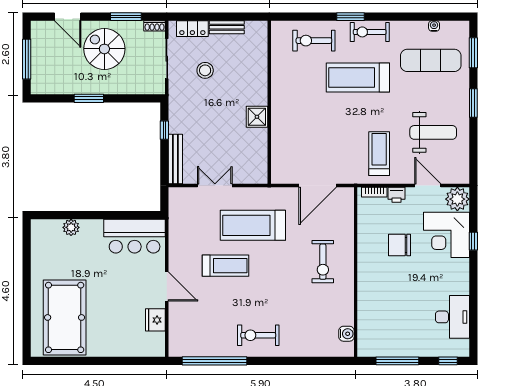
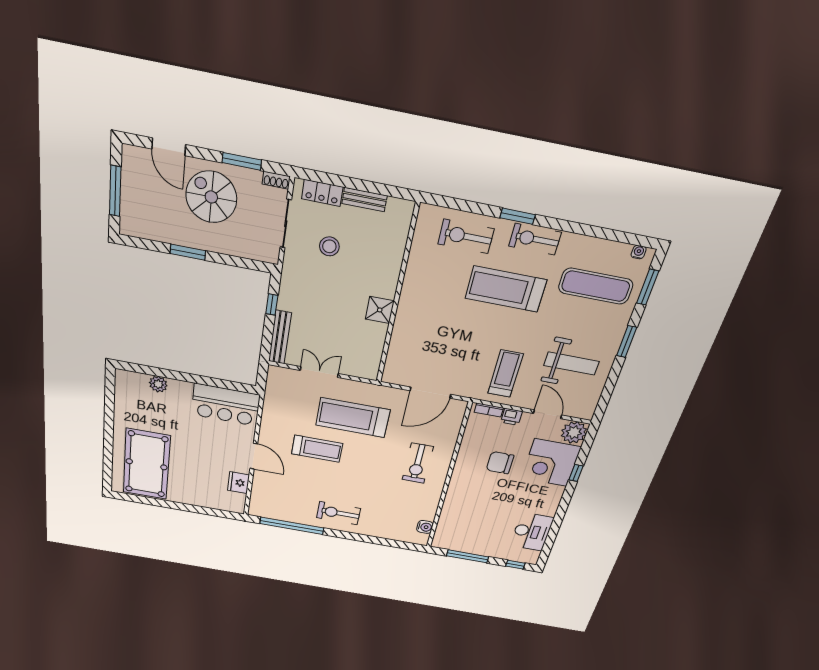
water cooler: (434, 26) -> (639, 252), moved

